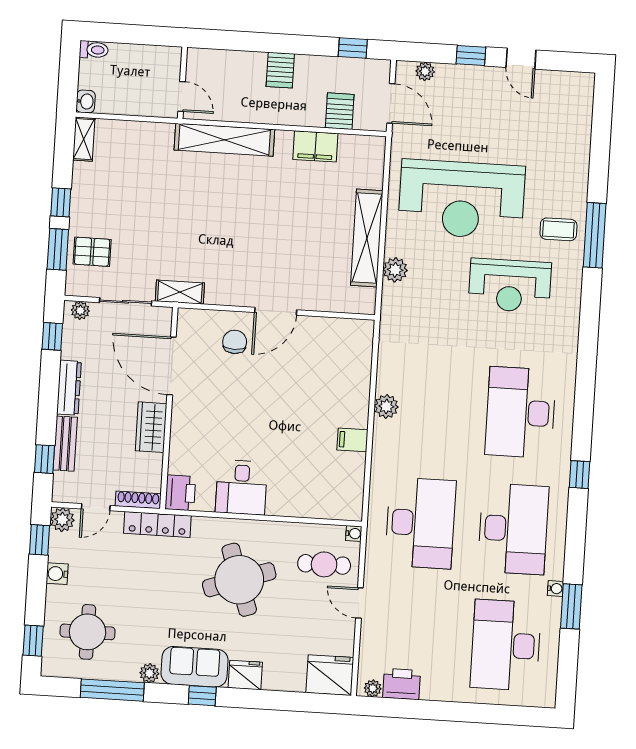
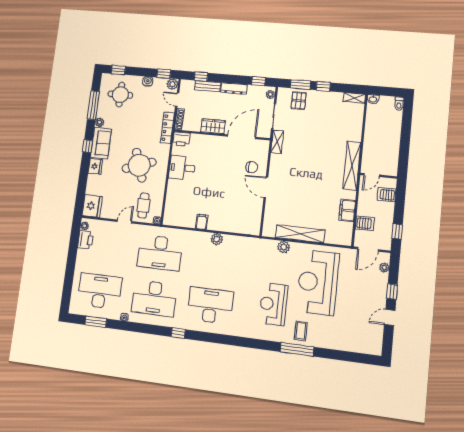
wall: (182, 83) -> (379, 176), moved
door: (182, 96) -> (372, 175), moved
window: (571, 606) -> (96, 322), moved

